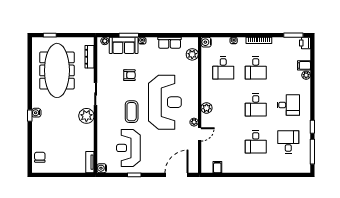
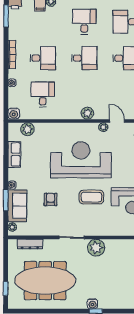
desk: (223, 68) -> (43, 94), turned -90

